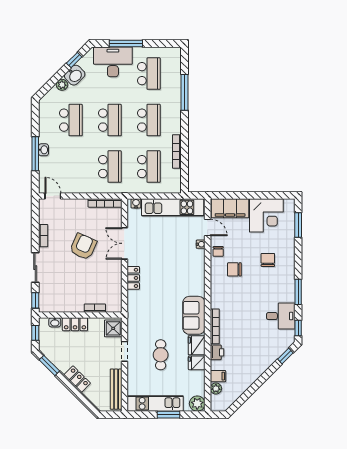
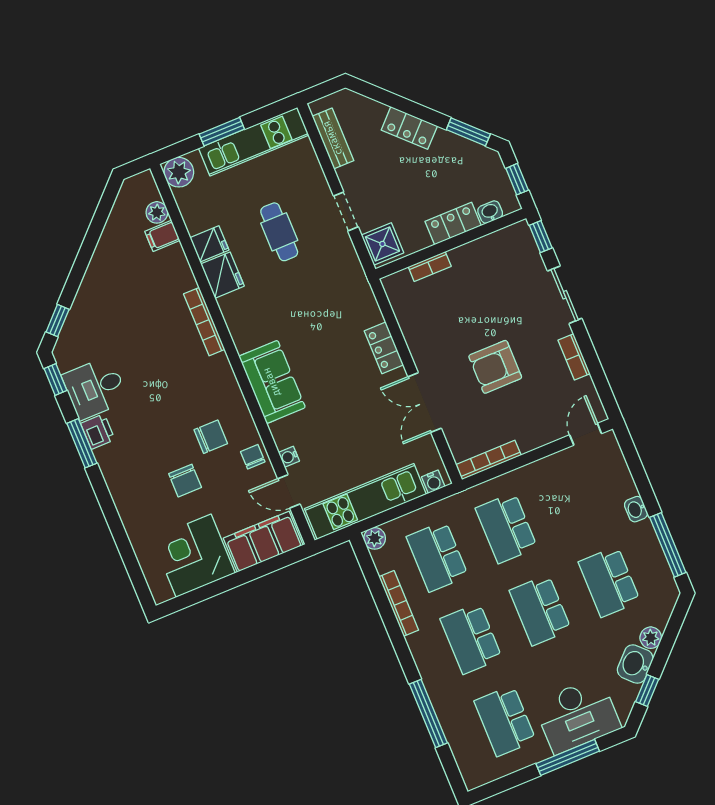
window: (35, 154) -> (668, 545), moved
plant: (176, 188) -> (375, 538), added
door: (53, 196) -> (586, 434), swing flipped
window: (298, 225) -> (131, 562), removed
double door: (124, 243) -> (425, 402), swing flipped
armchair: (83, 247) -> (495, 367), turned 66
chair: (268, 260) -> (185, 481), moved
sofa: (194, 315) -> (272, 382), moved
printer: (217, 352) -> (98, 432), moved, turned 180
bench: (116, 389) -> (333, 138), width x0.73

